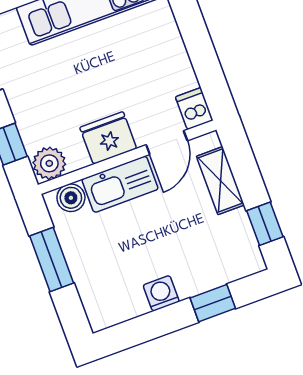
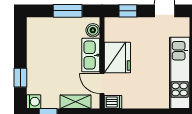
fridge: (108, 138) -> (117, 57), width x1.36, depth x1.34
plant: (49, 163) -> (112, 26), removed
washing machine: (161, 293) -> (34, 102), moved

